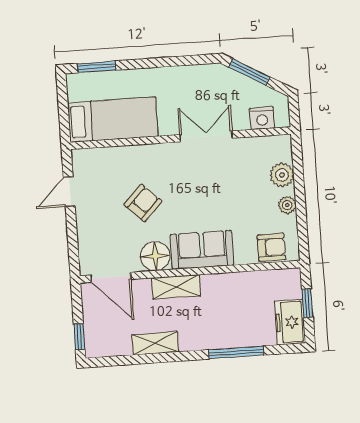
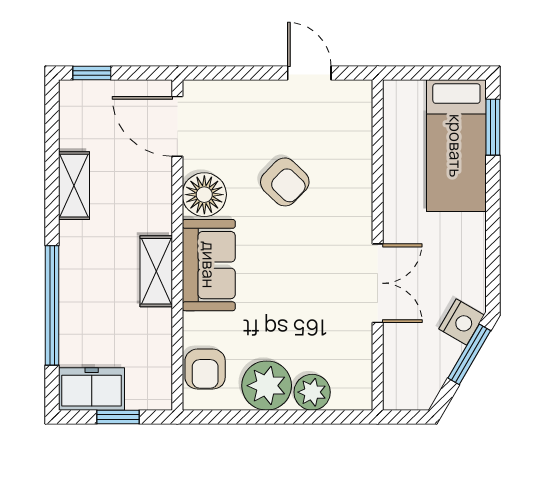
nightstand: (262, 118) -> (462, 322), moved, turned -150
bed: (113, 120) -> (456, 146), moved
plant: (287, 205) -> (267, 386), width x1.87, depth x1.87
door: (111, 277) -> (177, 126), hinge flipped
shelving: (176, 287) -> (156, 271), moved
window: (236, 352) -> (52, 305), width x1.46

